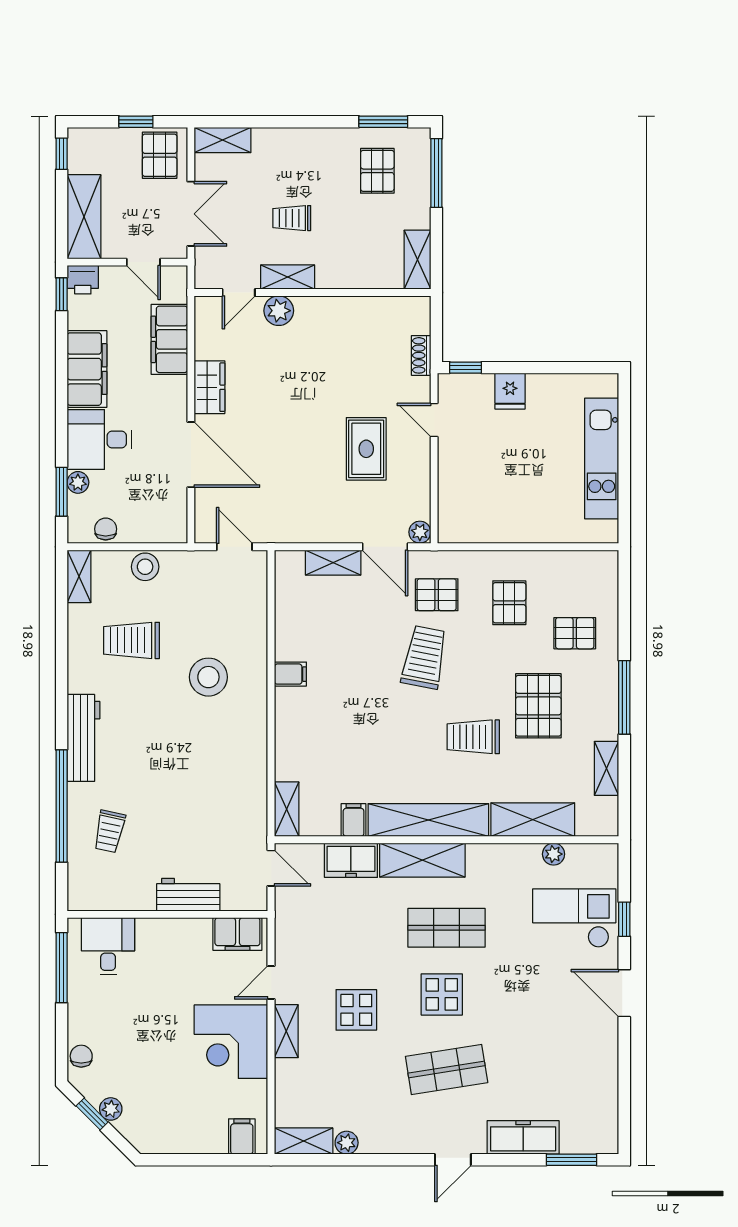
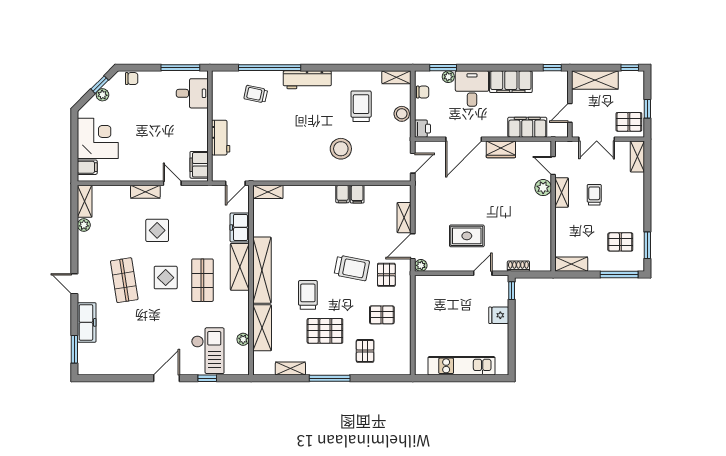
printer: (83, 280) -> (422, 129), moved, turned 180
filing cabinet: (354, 820) -> (357, 194), moved, turned 90
corner desk: (231, 1042) -> (98, 138), moved, turned 90

